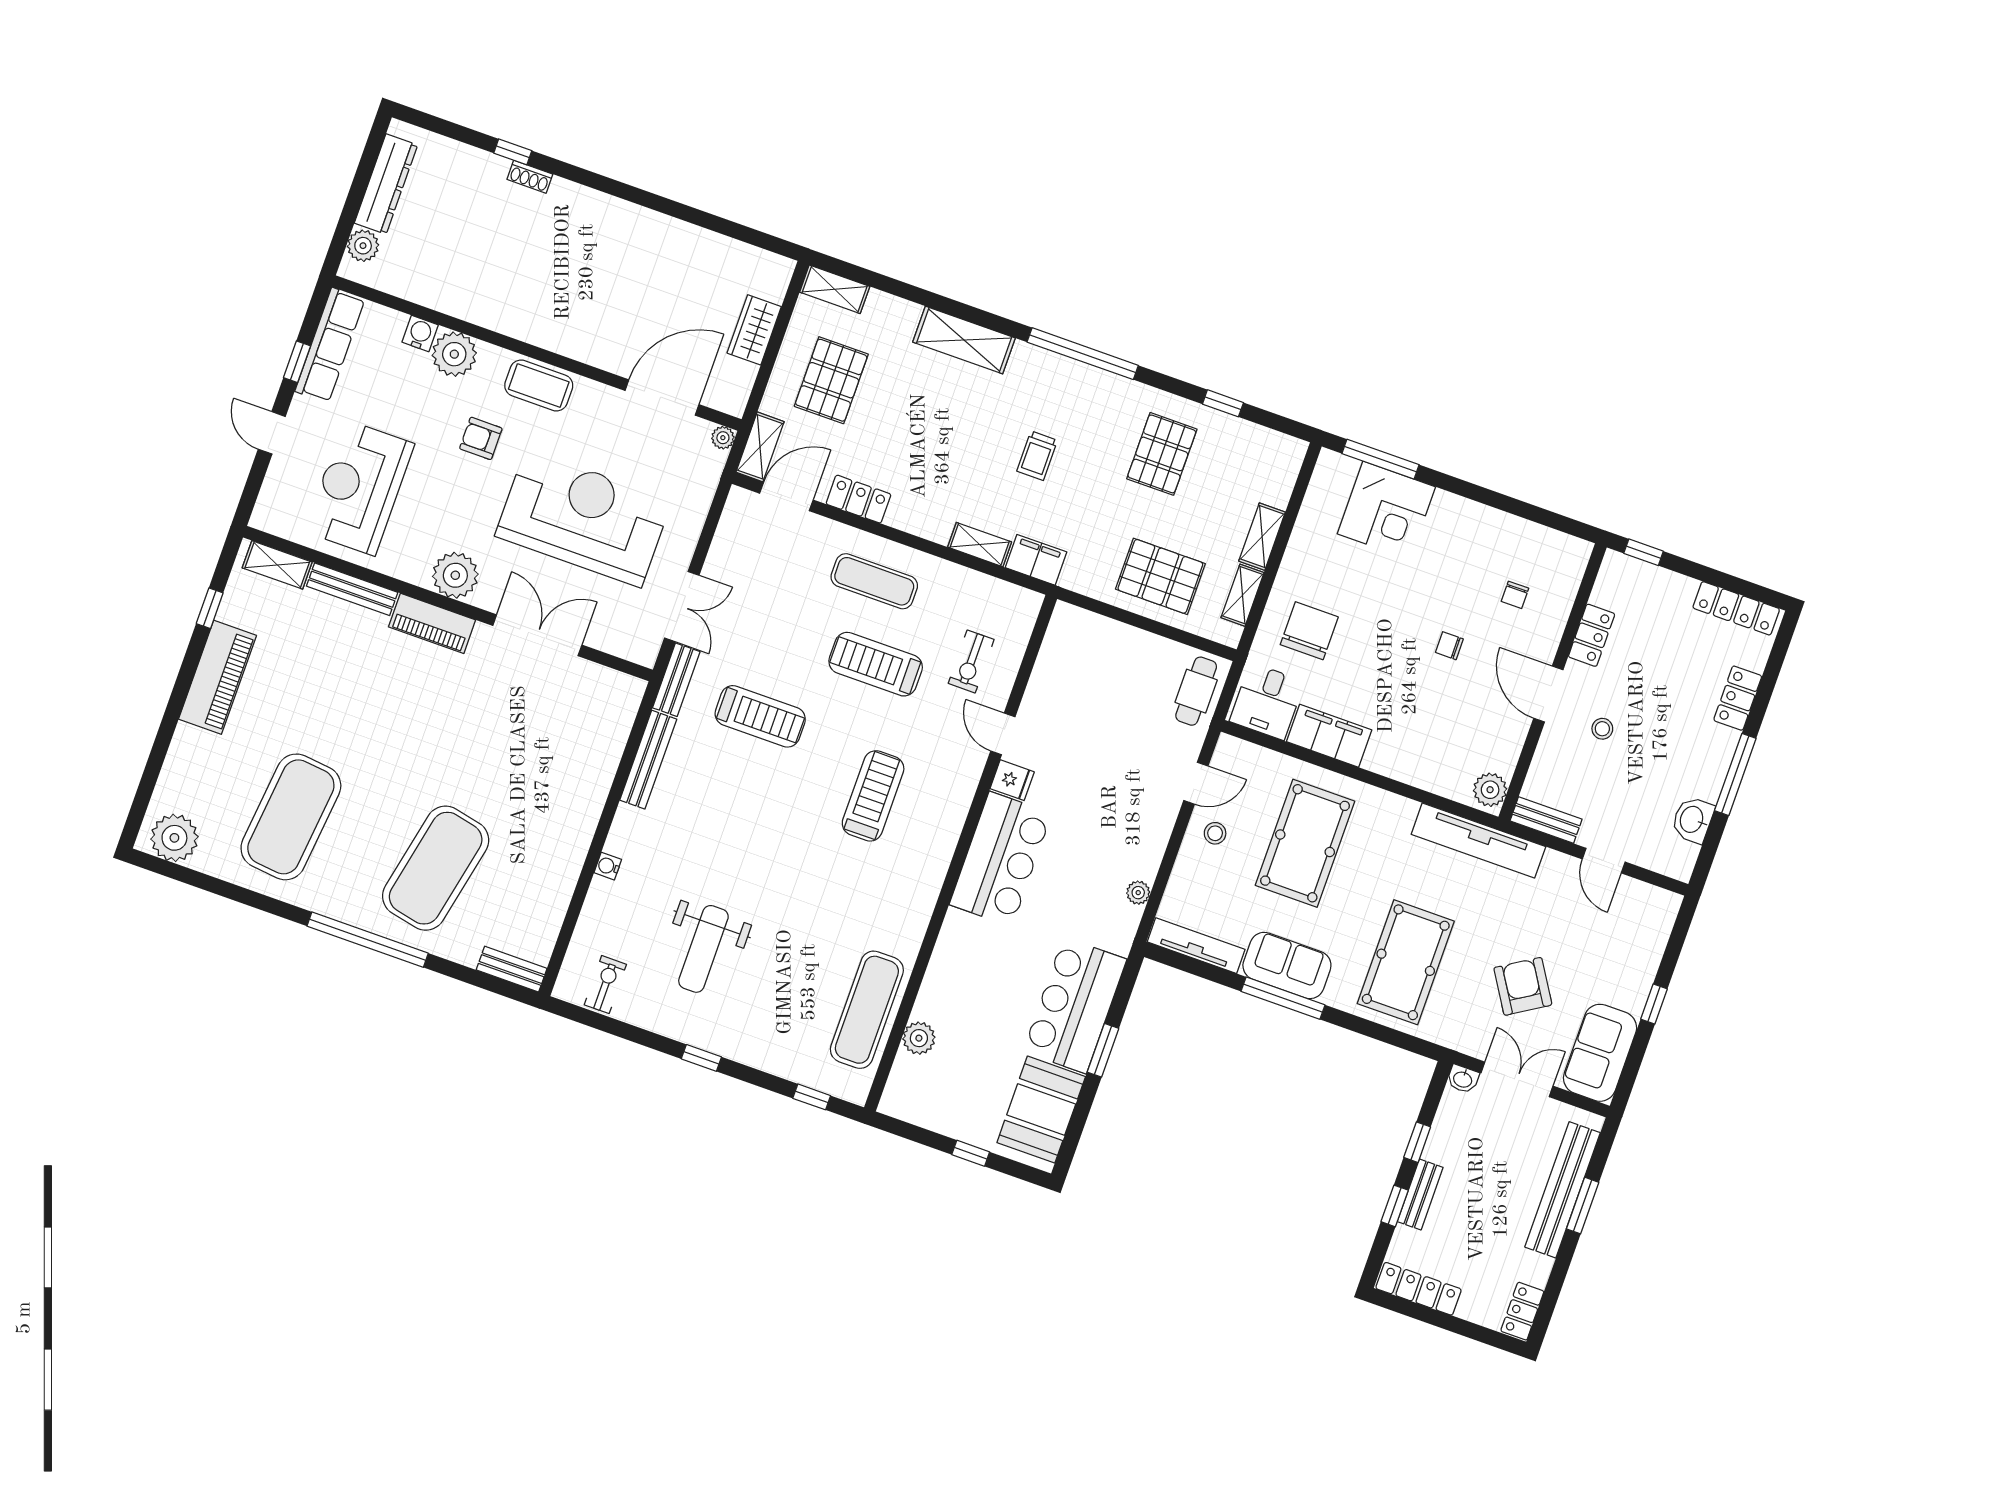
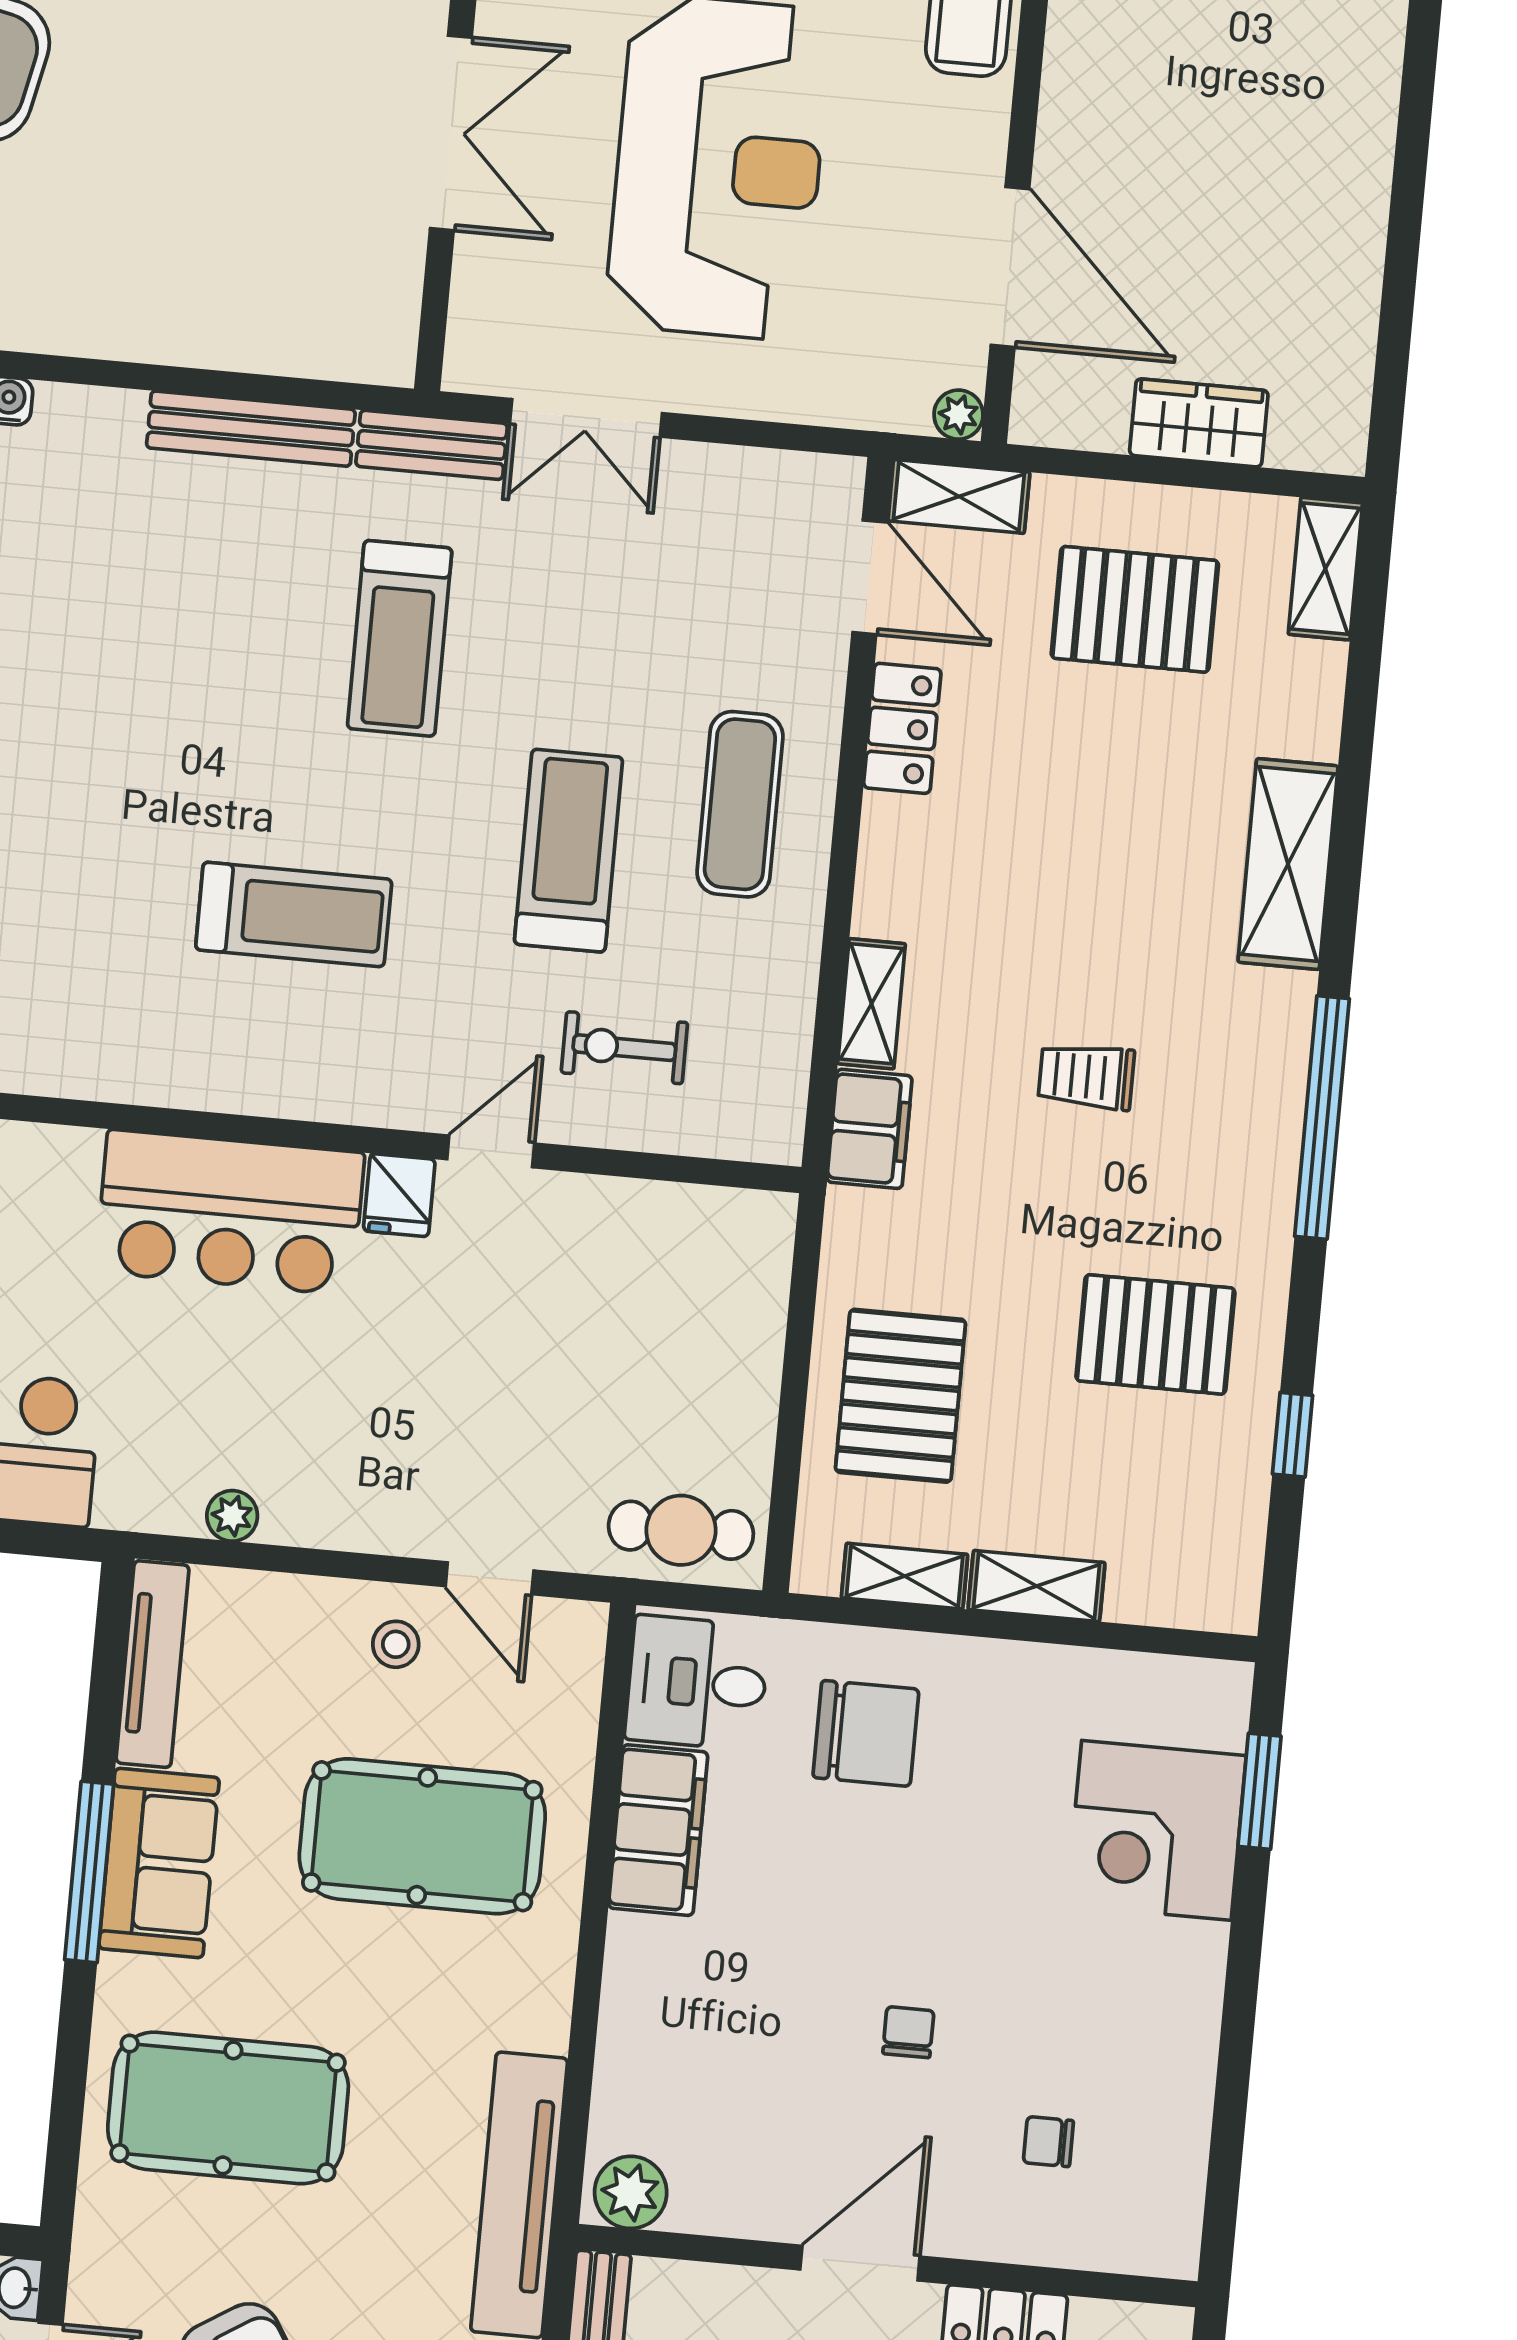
window: (1381, 459) -> (1259, 1791), width x0.69

